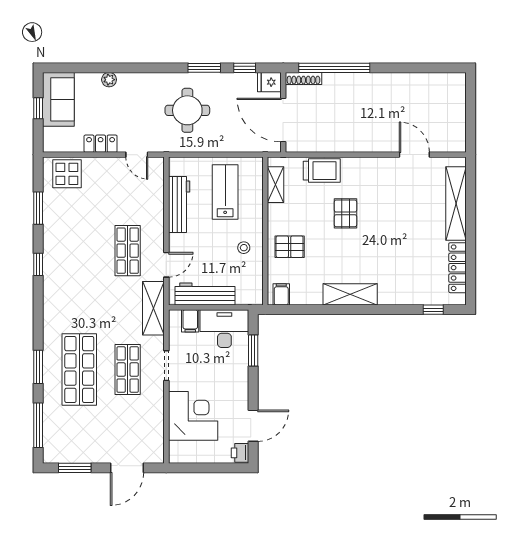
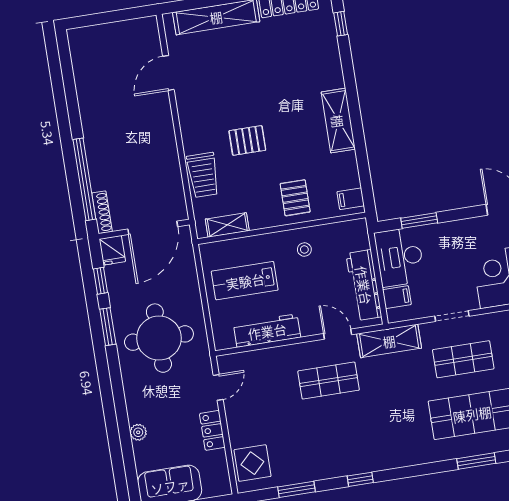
round table: (187, 110) -> (159, 338), width x1.36, depth x1.36
trolley: (322, 171) -> (203, 175), turned 180

